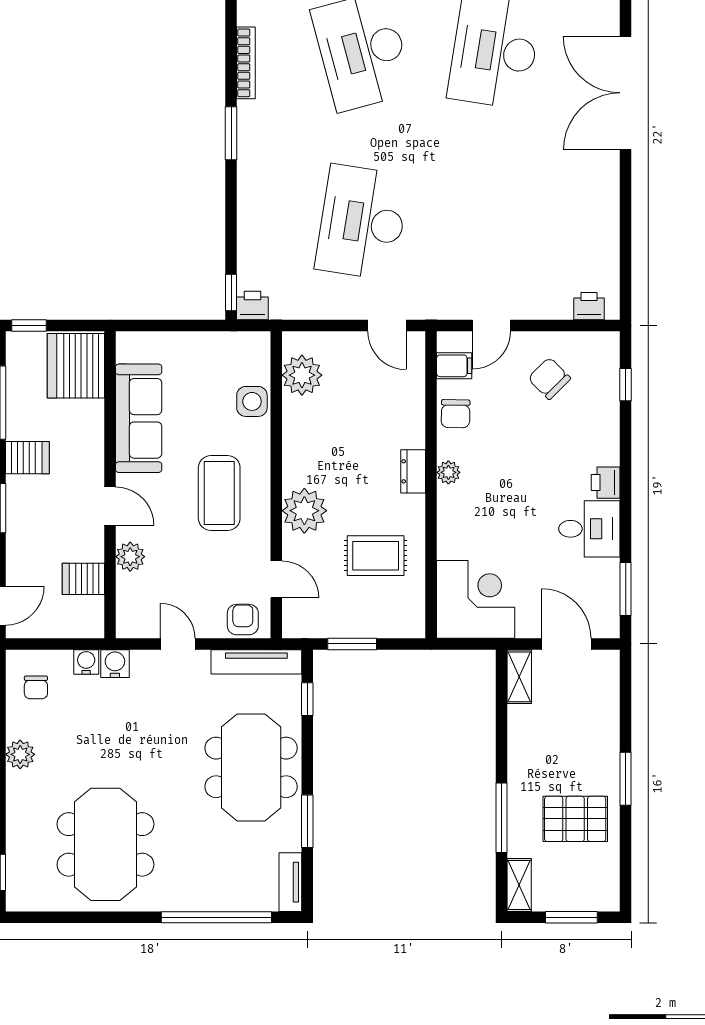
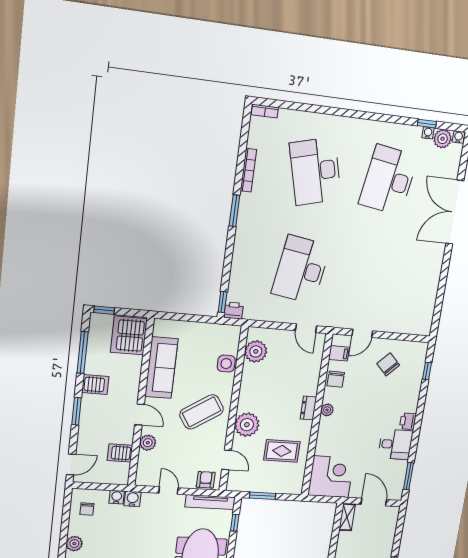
printer: (589, 306) -> (415, 327), removed
coffee table: (219, 493) -> (202, 412), turned 57

